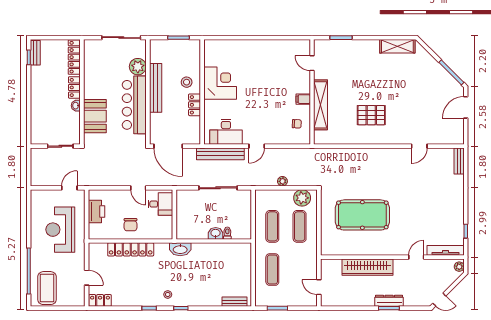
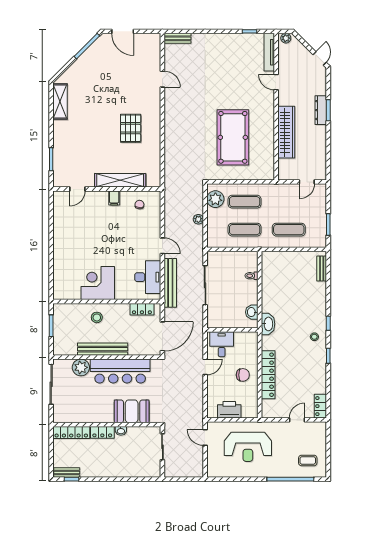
locker: (195, 105) -> (142, 309), moved
washbasin: (216, 233) -> (252, 312), moved
coffee table: (47, 288) -> (308, 460), width x0.54, depth x0.58

